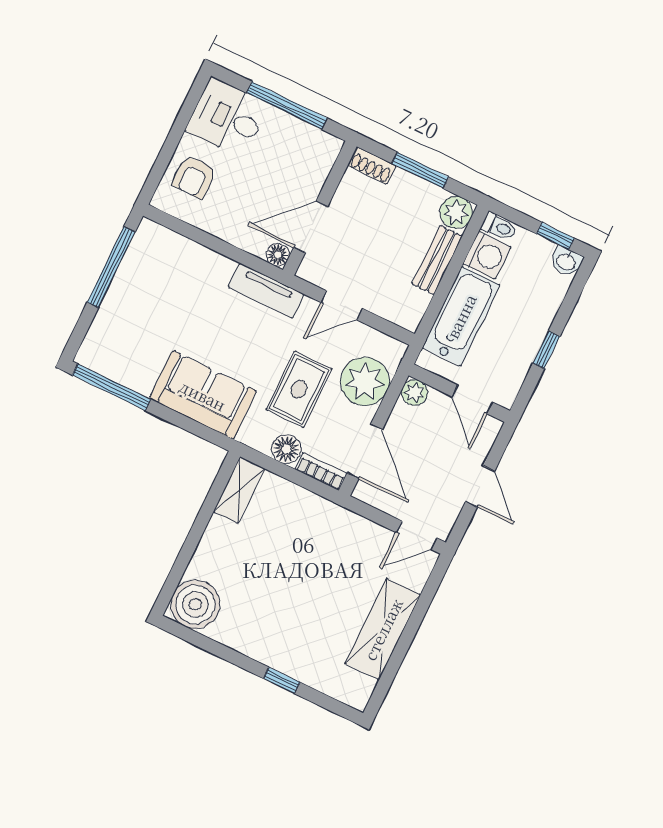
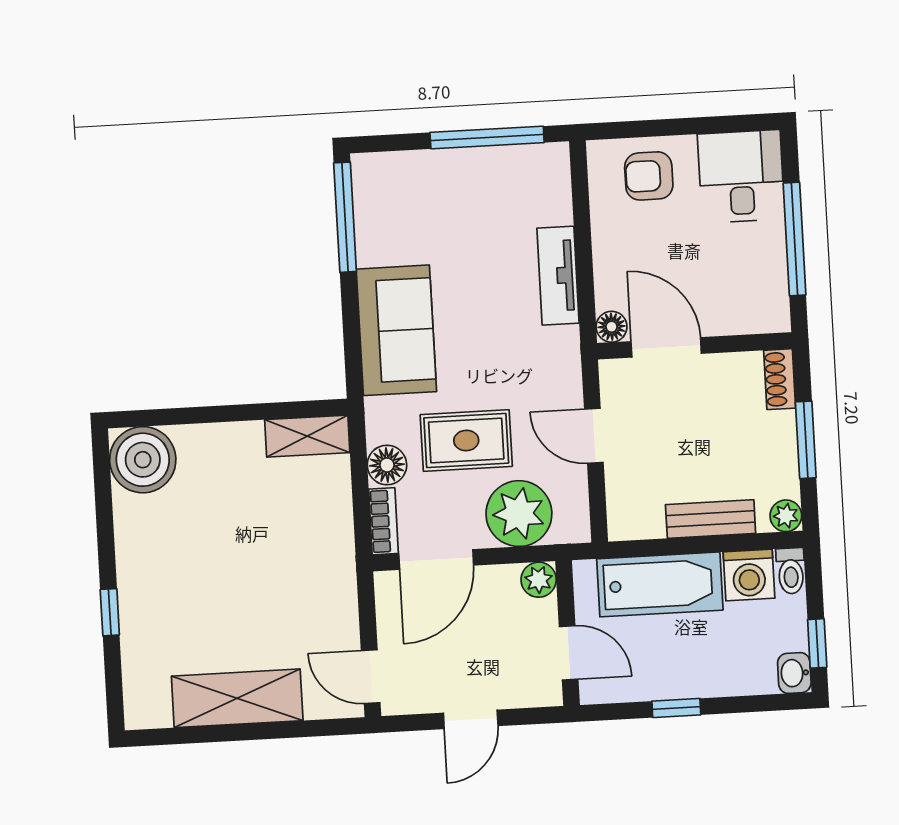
plant: (456, 212) -> (786, 516), width x0.73, depth x0.73
tv unit: (266, 291) -> (558, 276), moved
door: (472, 399) -> (569, 653), swing flipped

